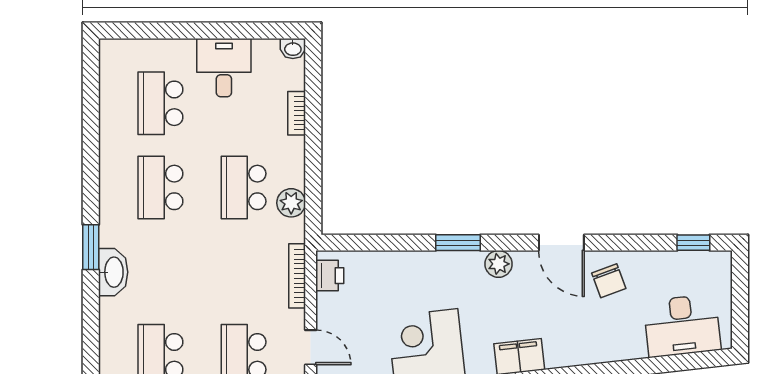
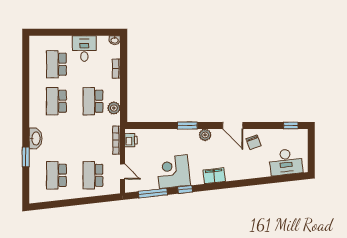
window: (91, 247) -> (26, 157), moved

